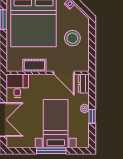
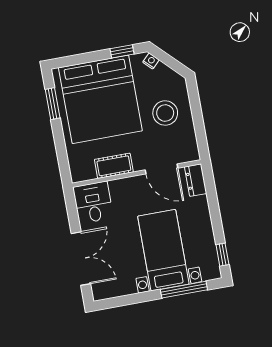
plant: (85, 108) -> (204, 219), removed
window: (92, 116) -> (222, 255), moved
window: (51, 151) -> (184, 290), moved

